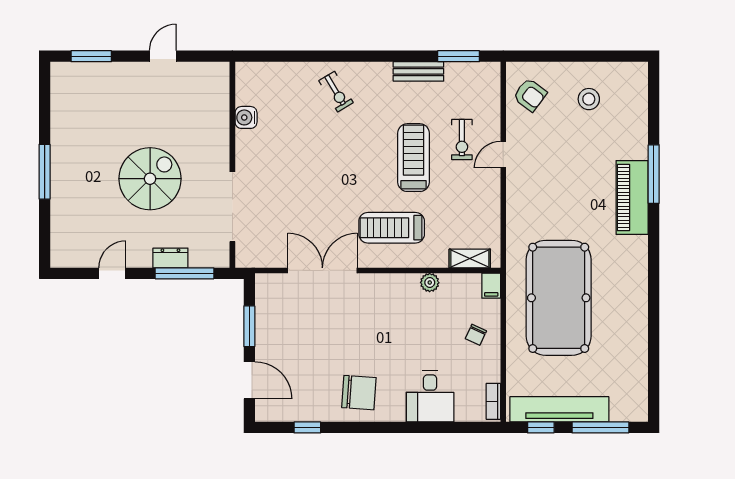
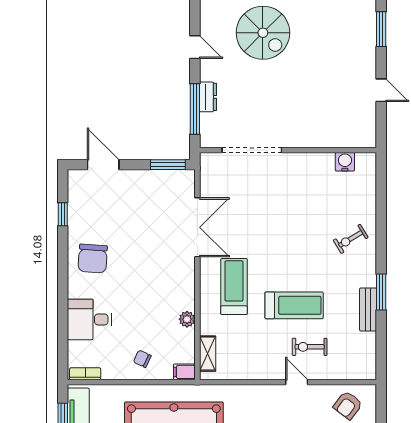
window: (459, 56) -> (381, 292), moved
water cooler: (246, 117) -> (345, 162), moved
spiral stairs: (150, 179) -> (263, 33), moved
window: (249, 326) -> (168, 165), moved
door: (249, 380) -> (103, 165), swing flipped

